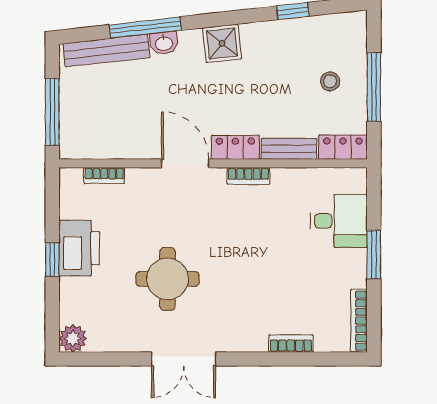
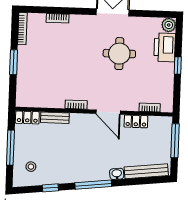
window: (145, 28) -> (93, 185), moved
shower: (222, 43) -> (87, 173), removed
stool: (330, 81) -> (31, 167), moved
locker: (235, 147) -> (136, 121), moved
desk: (339, 221) -> (31, 80), removed
printer: (79, 248) -> (165, 47), moved

